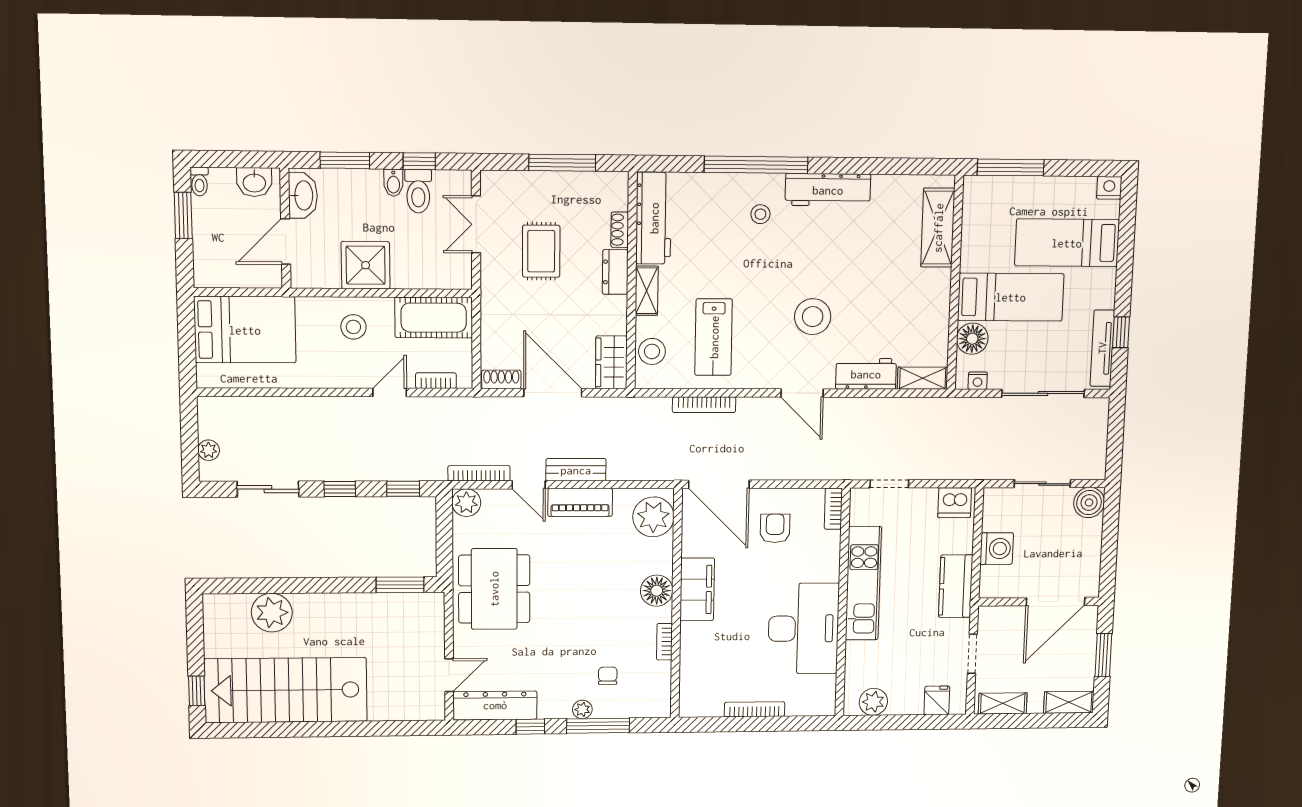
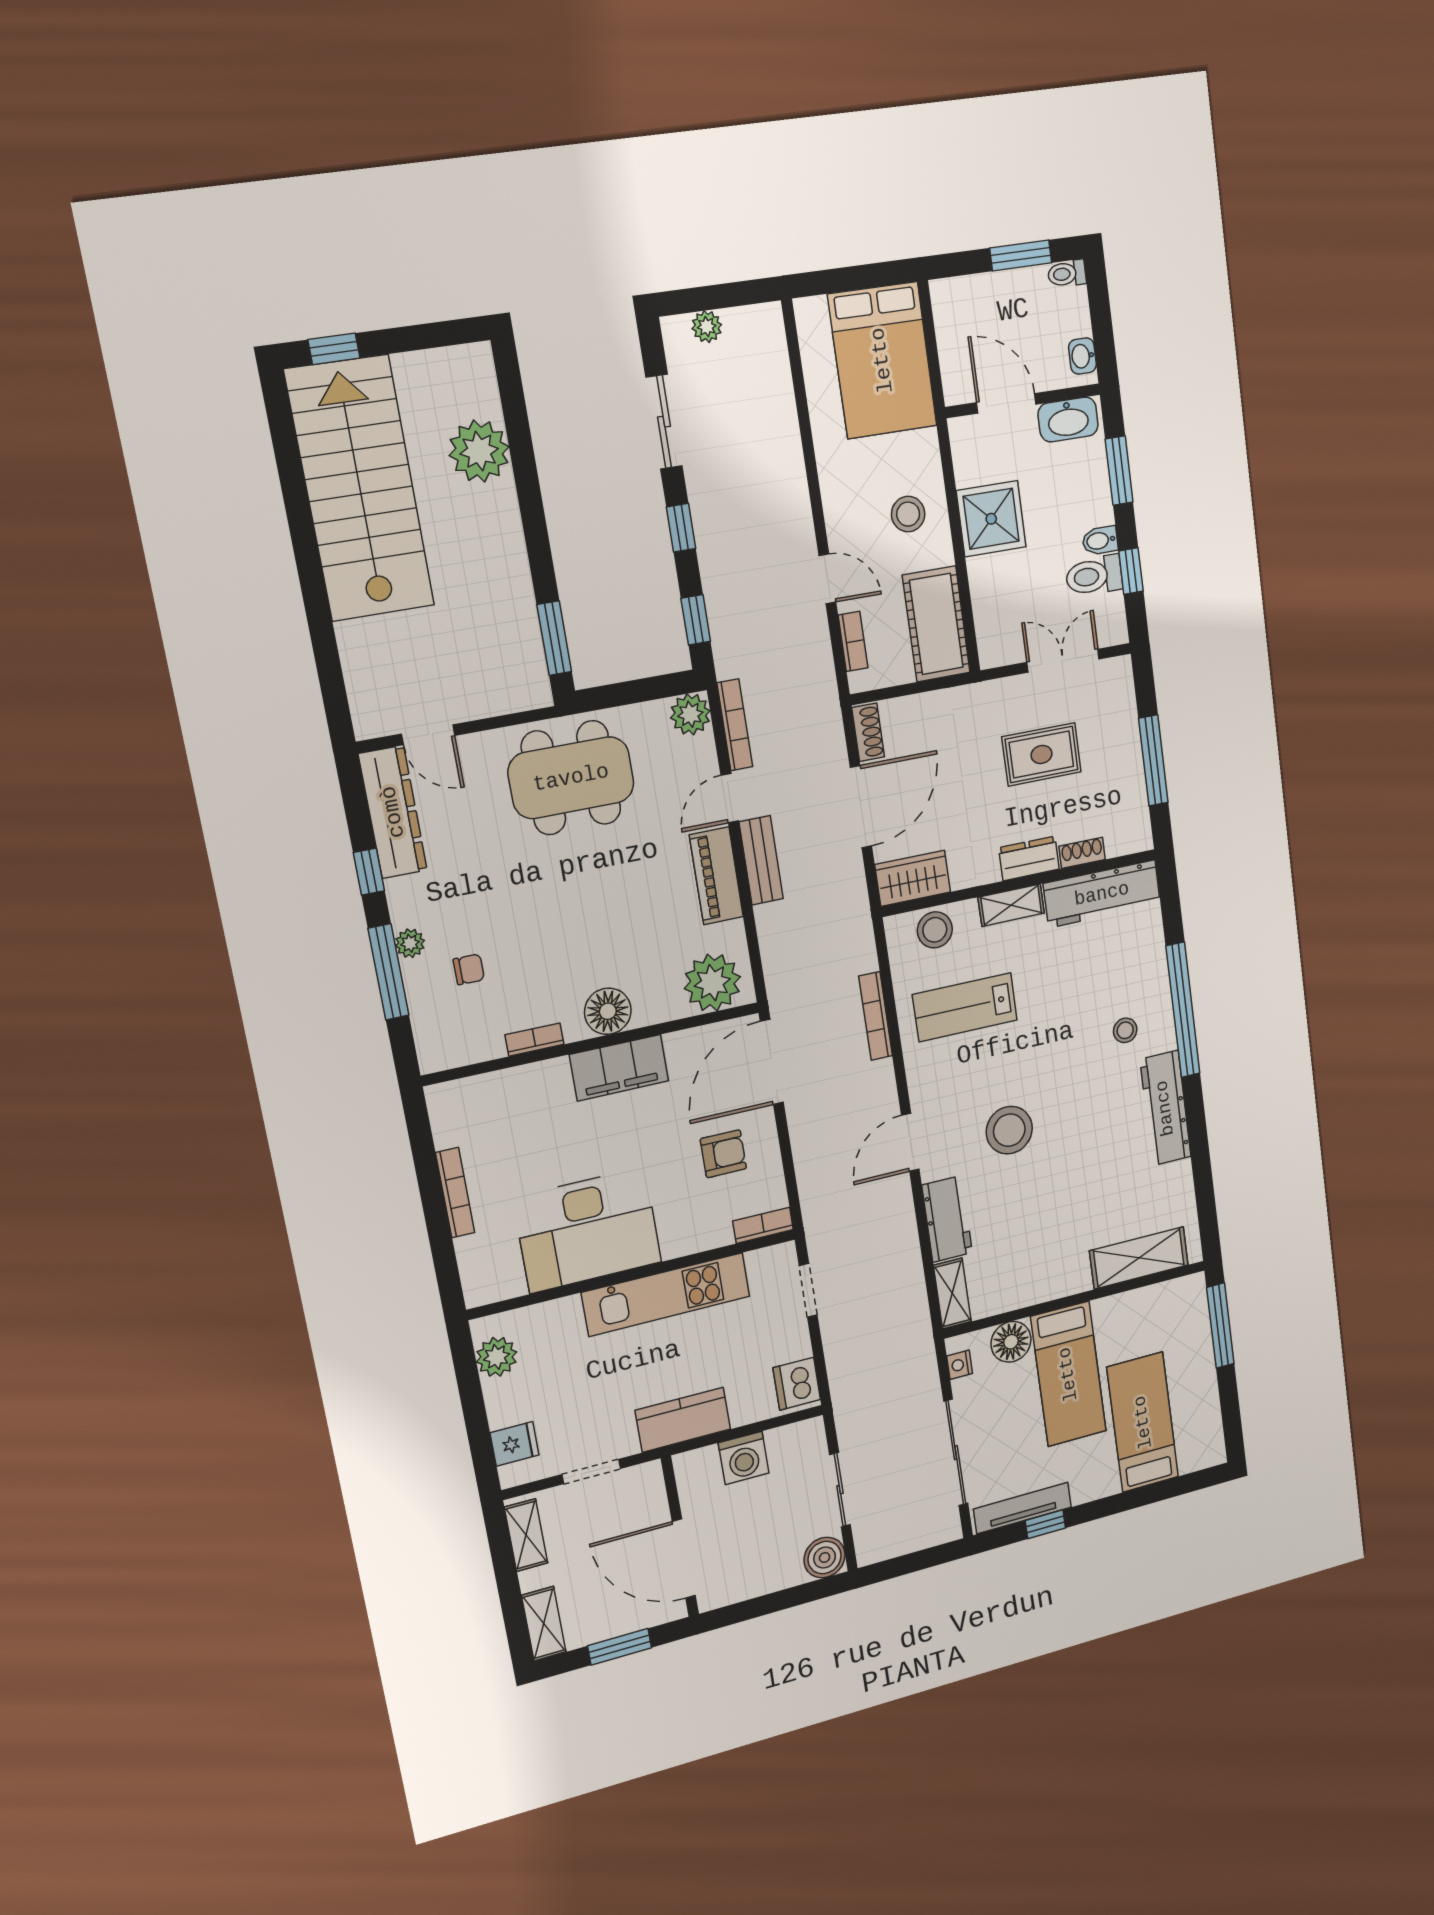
washbasin: (254, 182) -> (1082, 356), width x0.72, depth x0.69
nightstand: (1109, 188) -> (1213, 1452), removed

